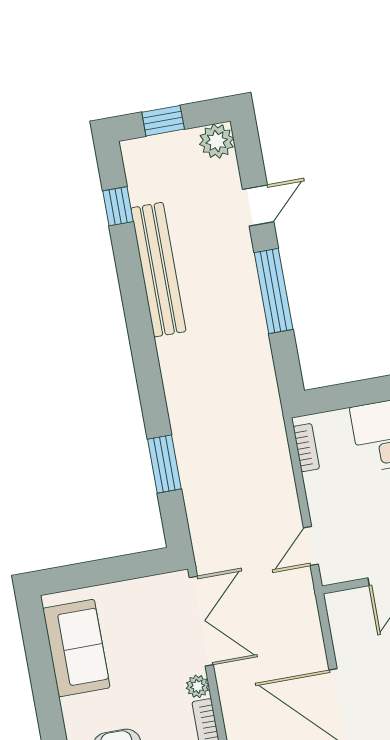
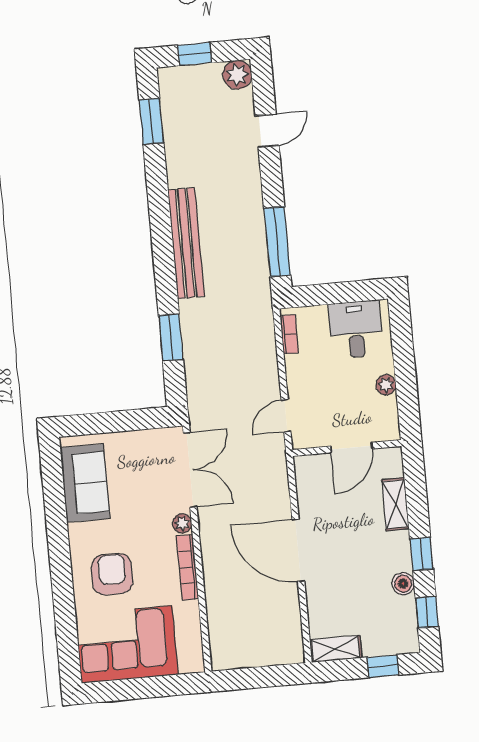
window: (118, 206) -> (151, 121), width x1.50
bench: (158, 270) -> (186, 243), moved
window: (274, 291) -> (277, 242), moved

